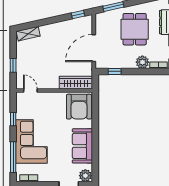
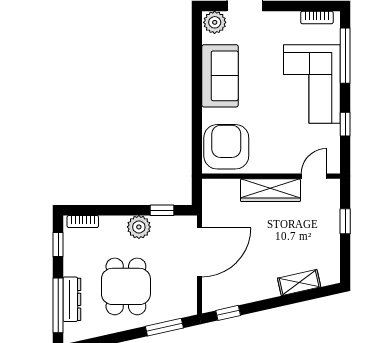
shelving: (28, 34) -> (299, 283), moved
plant: (142, 62) -> (139, 227), moved
wardrobe: (76, 83) -> (271, 190), moved
door: (30, 90) -> (314, 176), swing flipped

